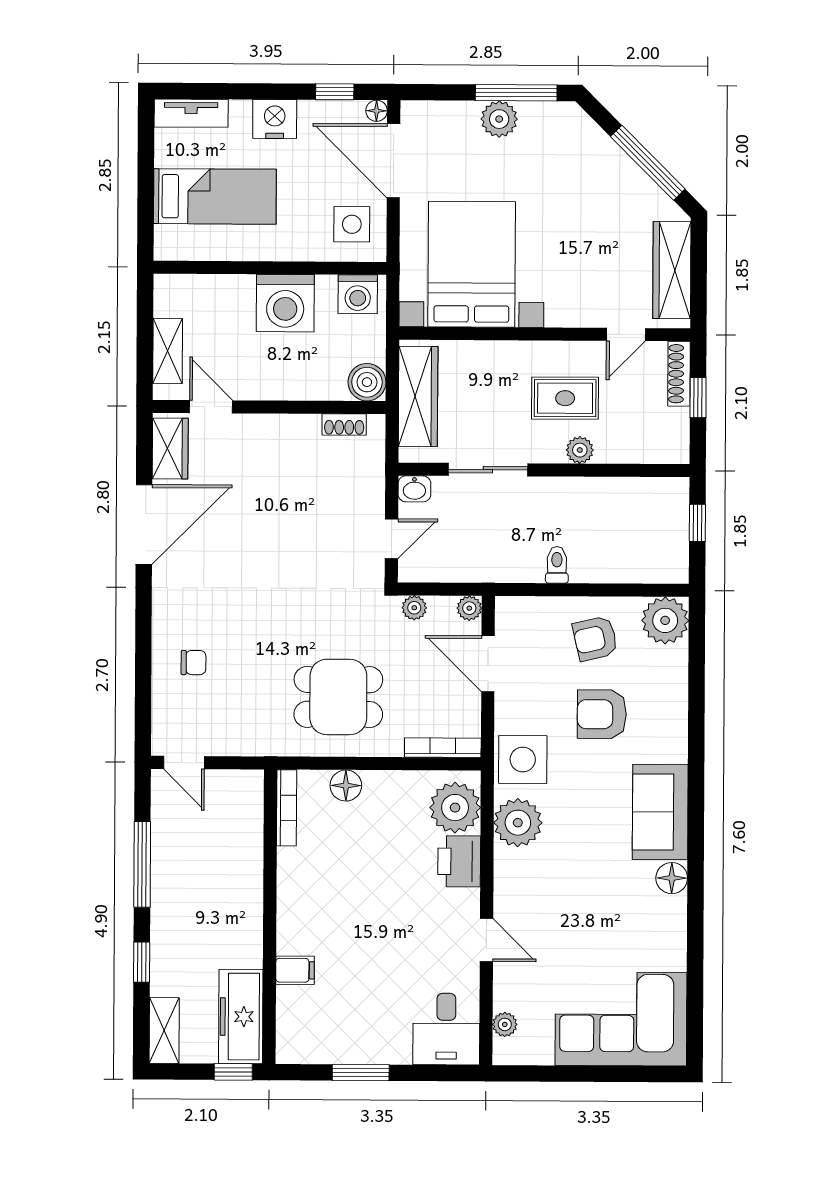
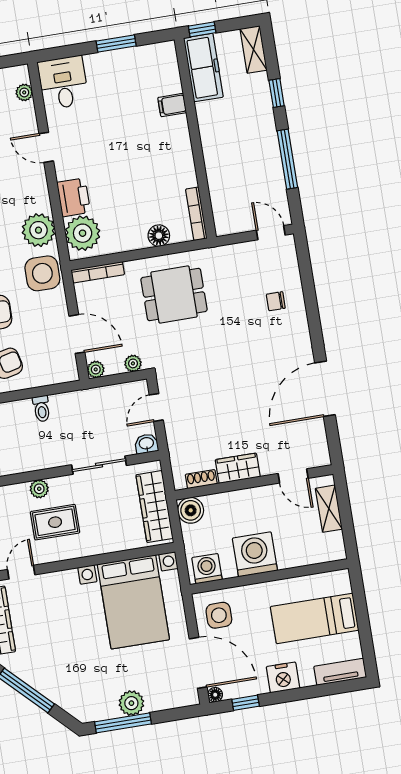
wardrobe: (170, 449) -> (238, 468), moved, turned 90

